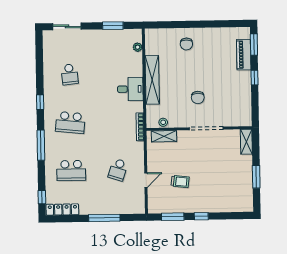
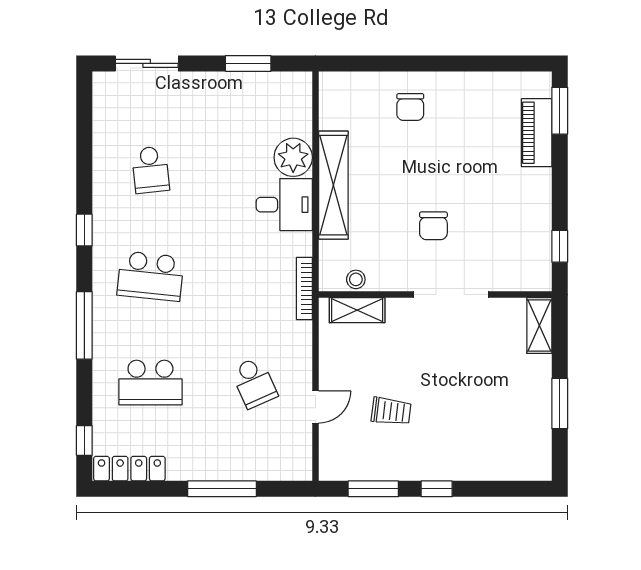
plant: (138, 47) -> (293, 157), moved, width x1.88, depth x1.88
window: (254, 78) -> (560, 246), moved
school desk: (118, 170) -> (254, 383), turned -42

